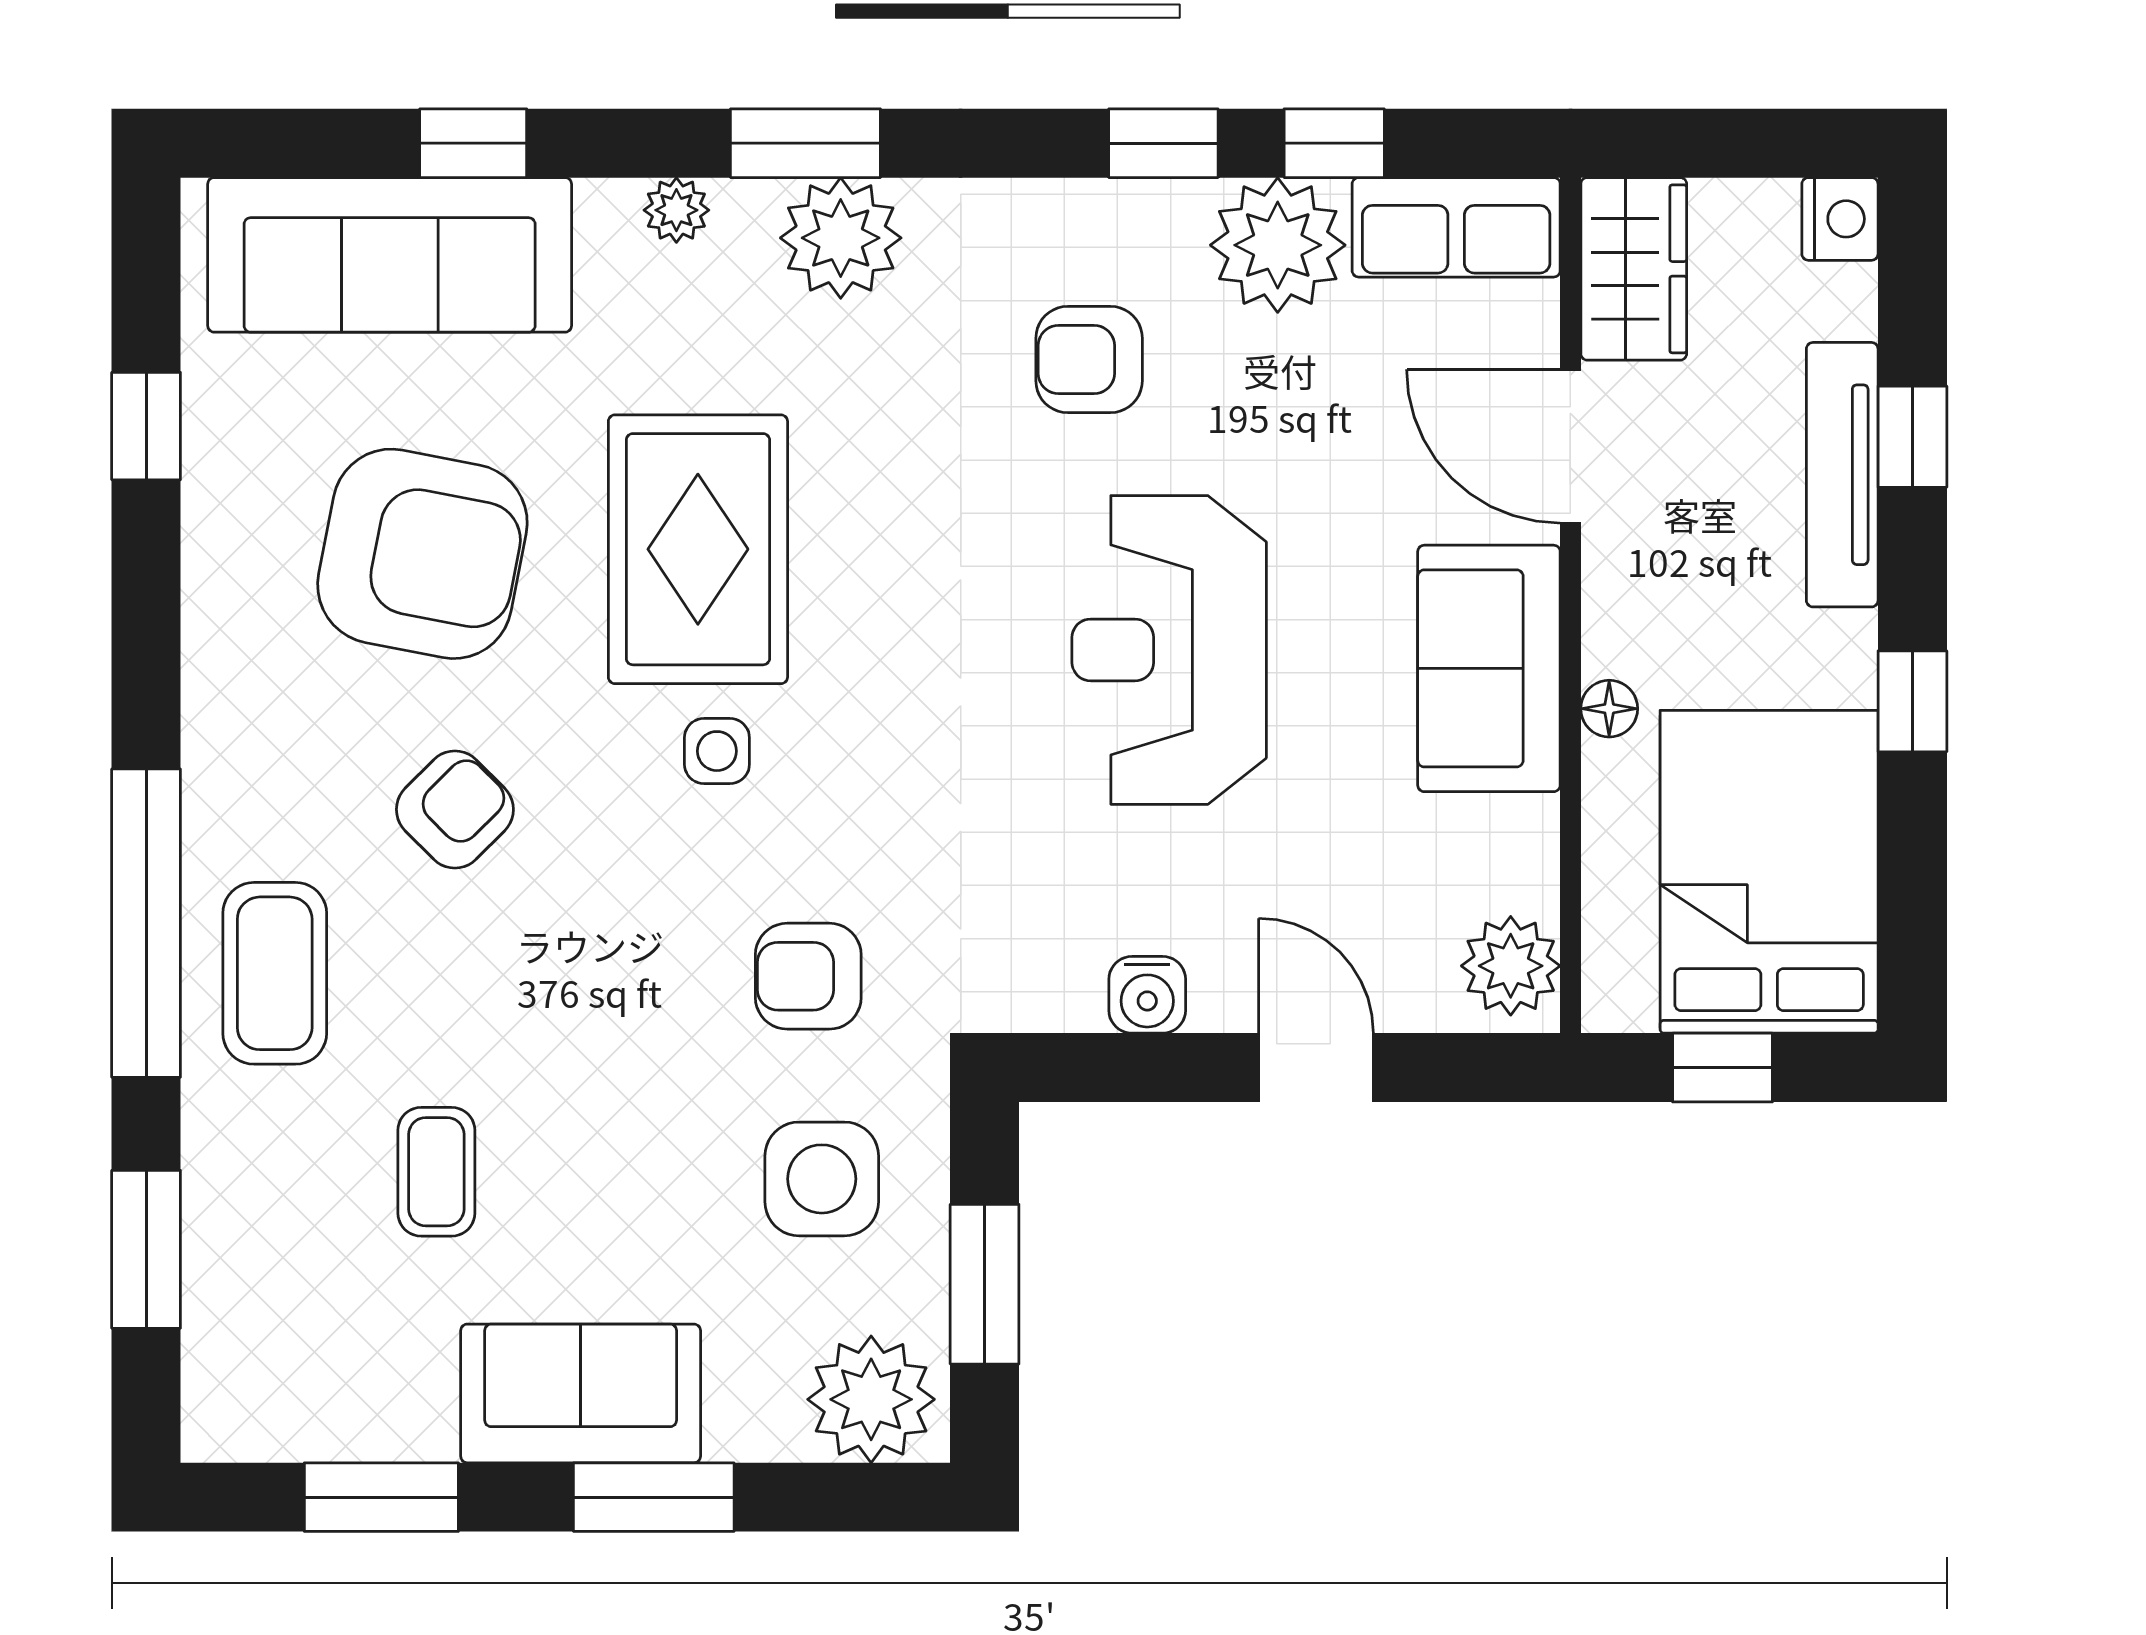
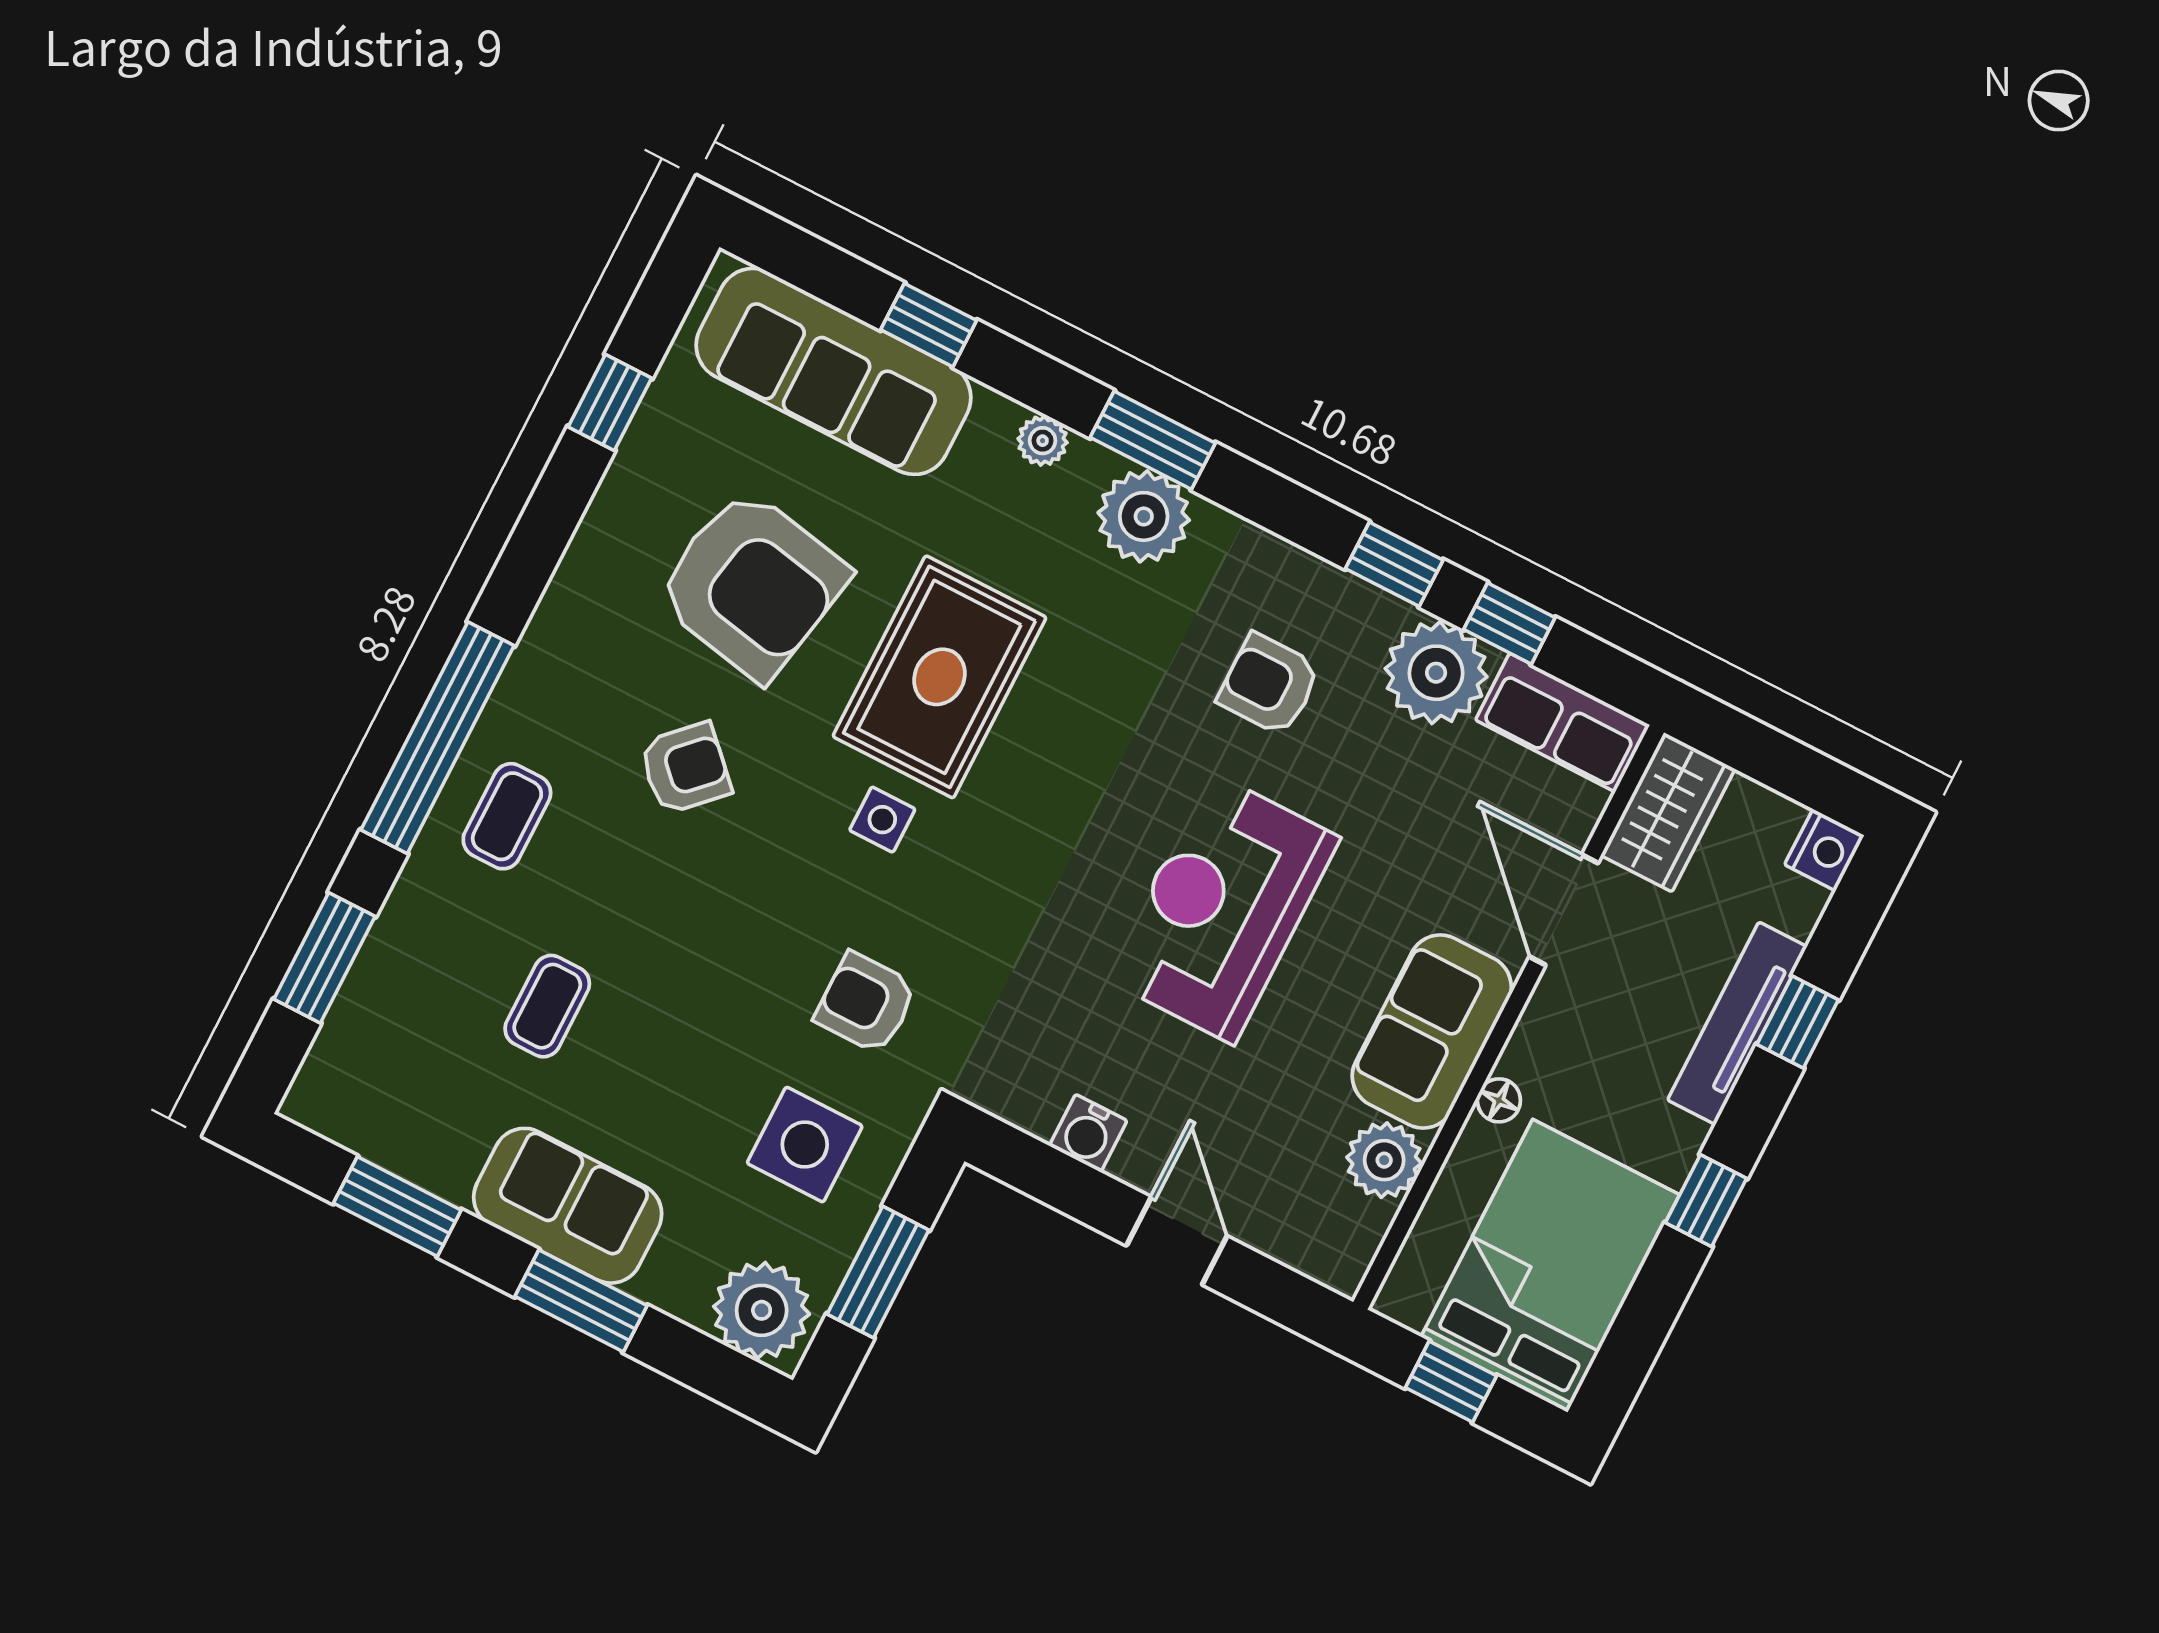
plant: (1511, 966) -> (1384, 1160), moved
coffee table: (275, 973) -> (507, 816), width x0.73, depth x0.77

